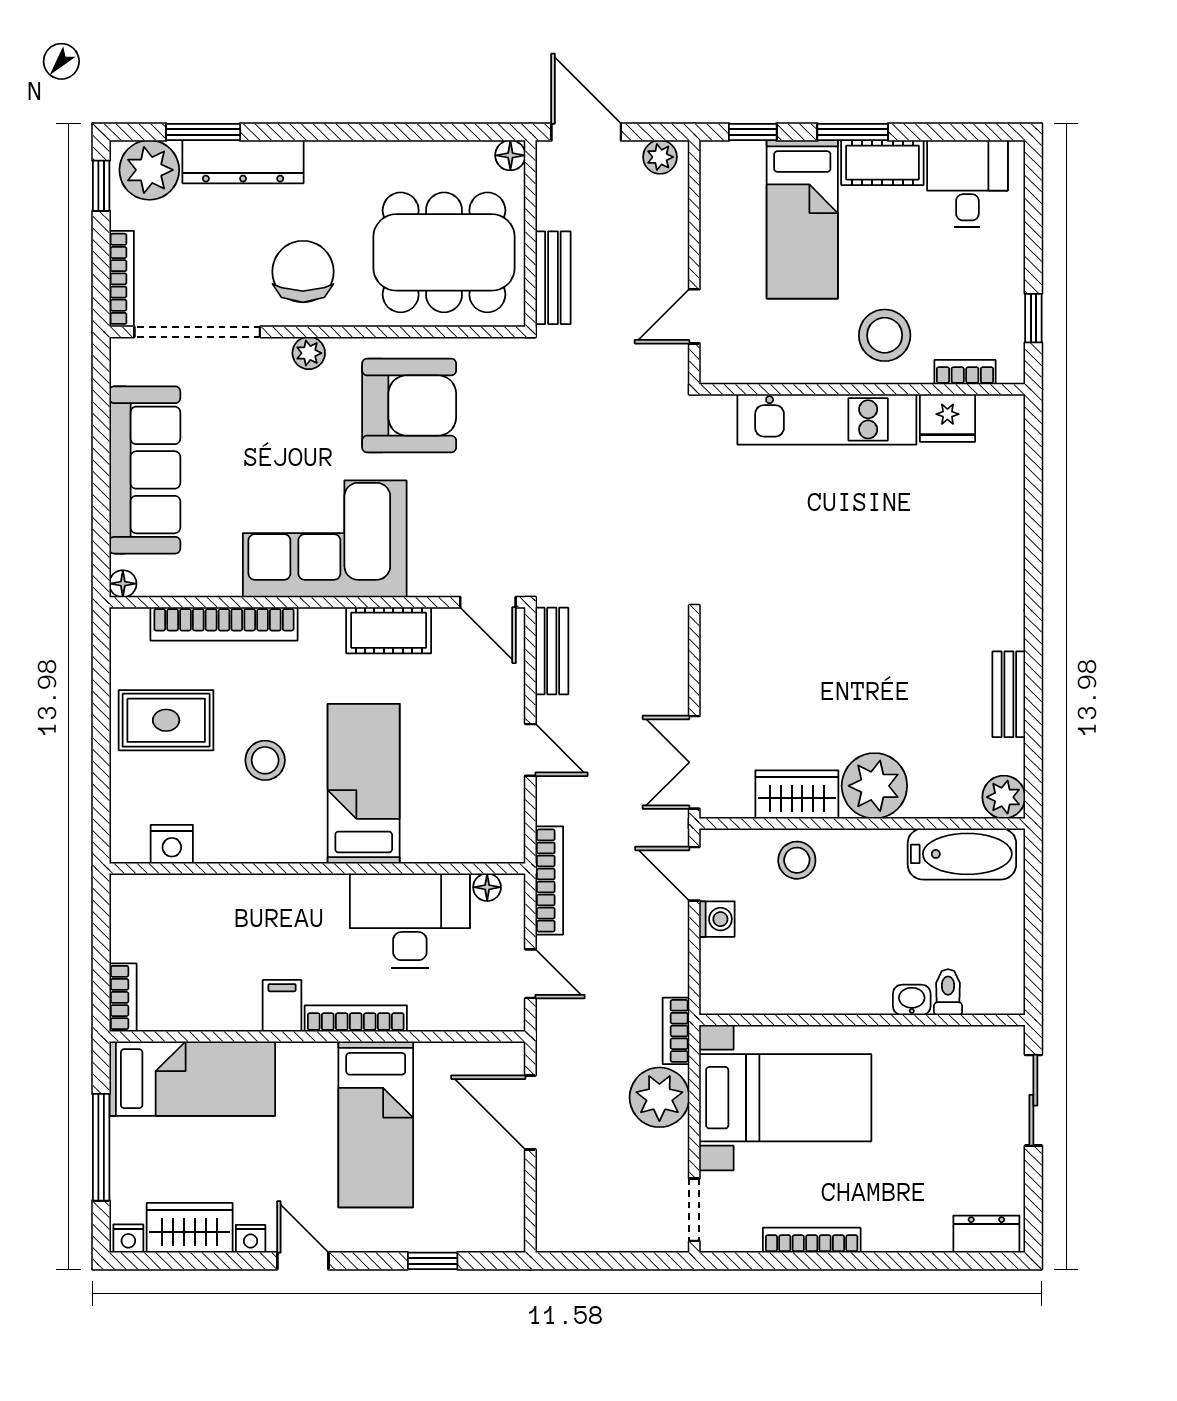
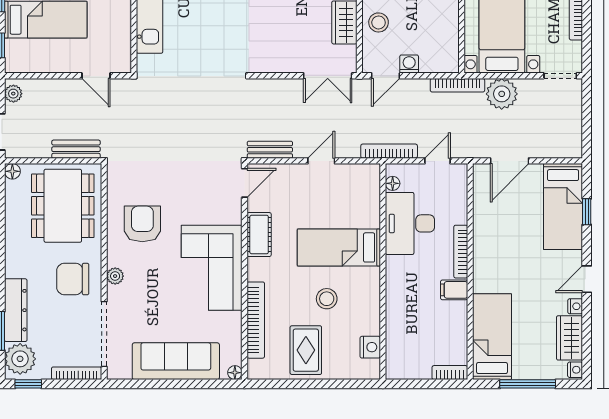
armchair: (409, 406) -> (142, 224), width x0.73, depth x0.73
bookcase: (676, 1031) -> (457, 85), width x1.56
bed: (376, 1124) -> (563, 207), moved, turned 90

